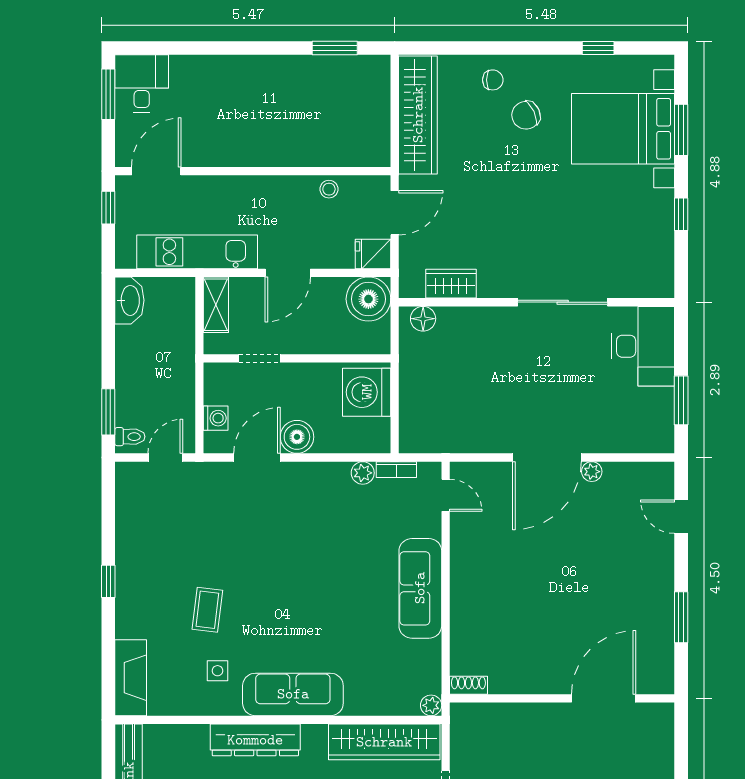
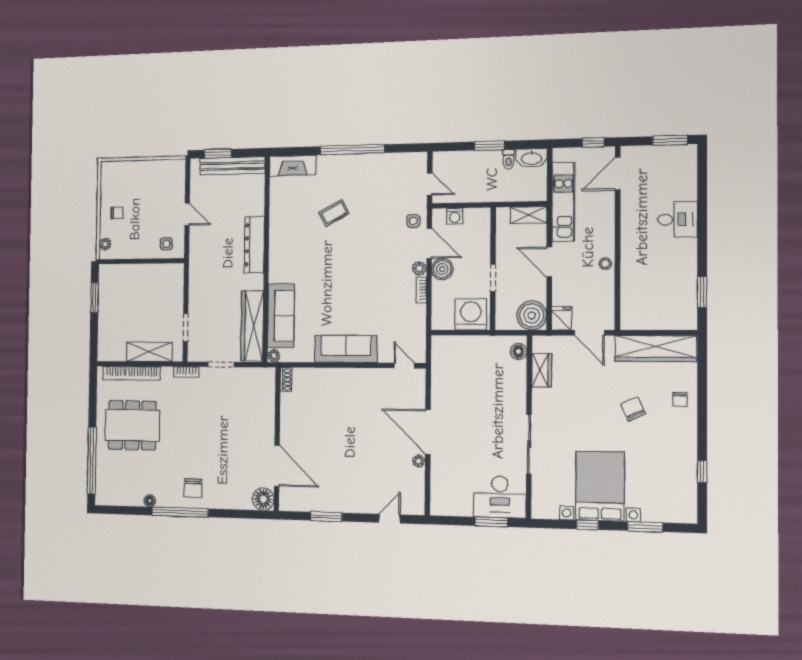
desk: (142, 83) -> (677, 219), moved
chair: (526, 115) -> (633, 409), moved
bed with nightstands: (623, 129) -> (600, 486), moved
door: (156, 171) -> (618, 174), swing flipped
stool: (329, 189) -> (605, 264), moved
doorway: (260, 358) -> (493, 278), moved
window: (681, 400) -> (491, 522), moved
window: (108, 412) -> (490, 146), moved
toilet: (130, 437) -> (509, 159), moved
bookcase: (396, 470) -> (421, 290), moved
plant: (363, 473) -> (419, 268), moved
door: (446, 495) -> (404, 366), swing flipped
window: (108, 581) -> (352, 150), width x3.17
coffee table: (207, 610) -> (334, 213), turned -35
side table: (217, 671) -> (413, 221), moved
sofa: (293, 694) -> (281, 316), moved
floor lamp: (657, 720) -> (263, 499), added

